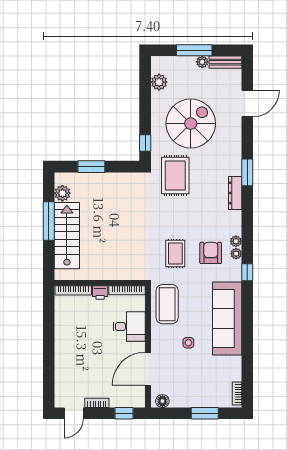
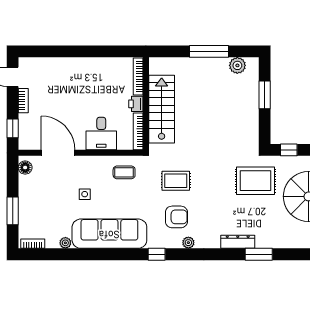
stairs: (67, 236) -> (162, 109), moved, turned -90
plant: (236, 254) -> (65, 243), moved
coffee table: (167, 304) -> (124, 172), width x0.54, depth x0.58

